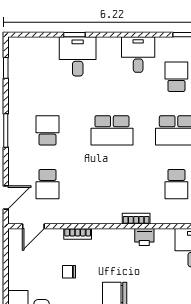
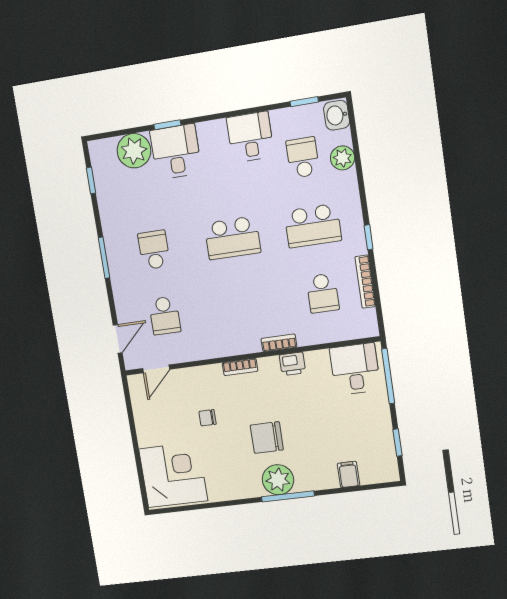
plant: (44, 50) -> (134, 151), added
bookcase: (78, 234) -> (240, 367), moved

